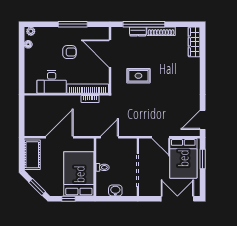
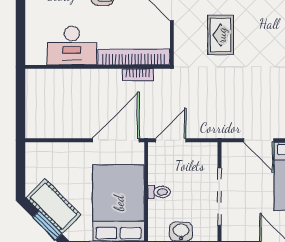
rug: (138, 76) -> (221, 35), turned 90
door: (60, 137) -> (116, 140), moved
cot: (32, 155) -> (54, 206), moved, turned -45

